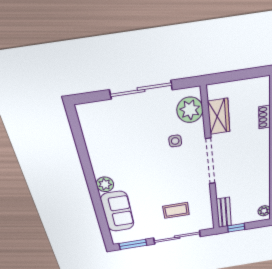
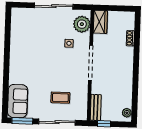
wardrobe: (219, 117) -> (100, 22), moved
plant: (105, 184) -> (15, 65), removed
sofa: (117, 212) -> (18, 101), moved

